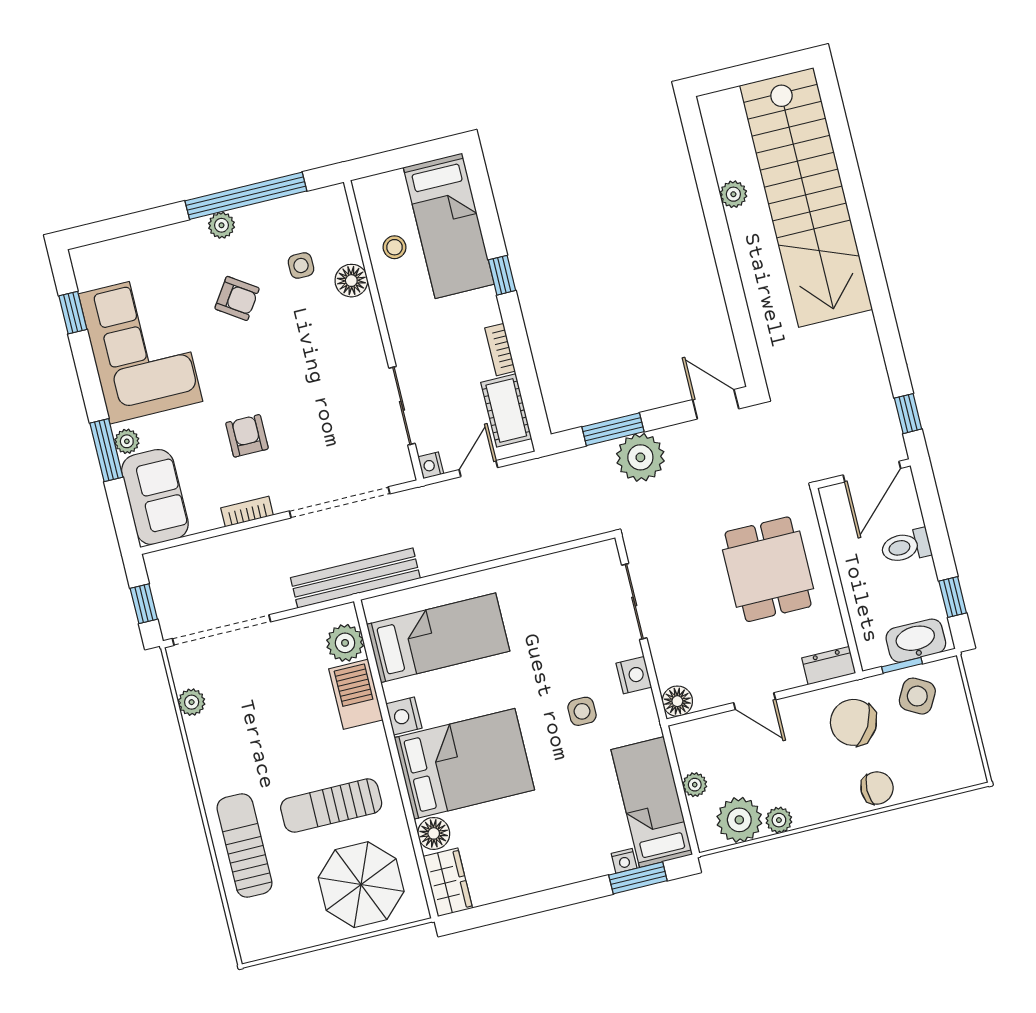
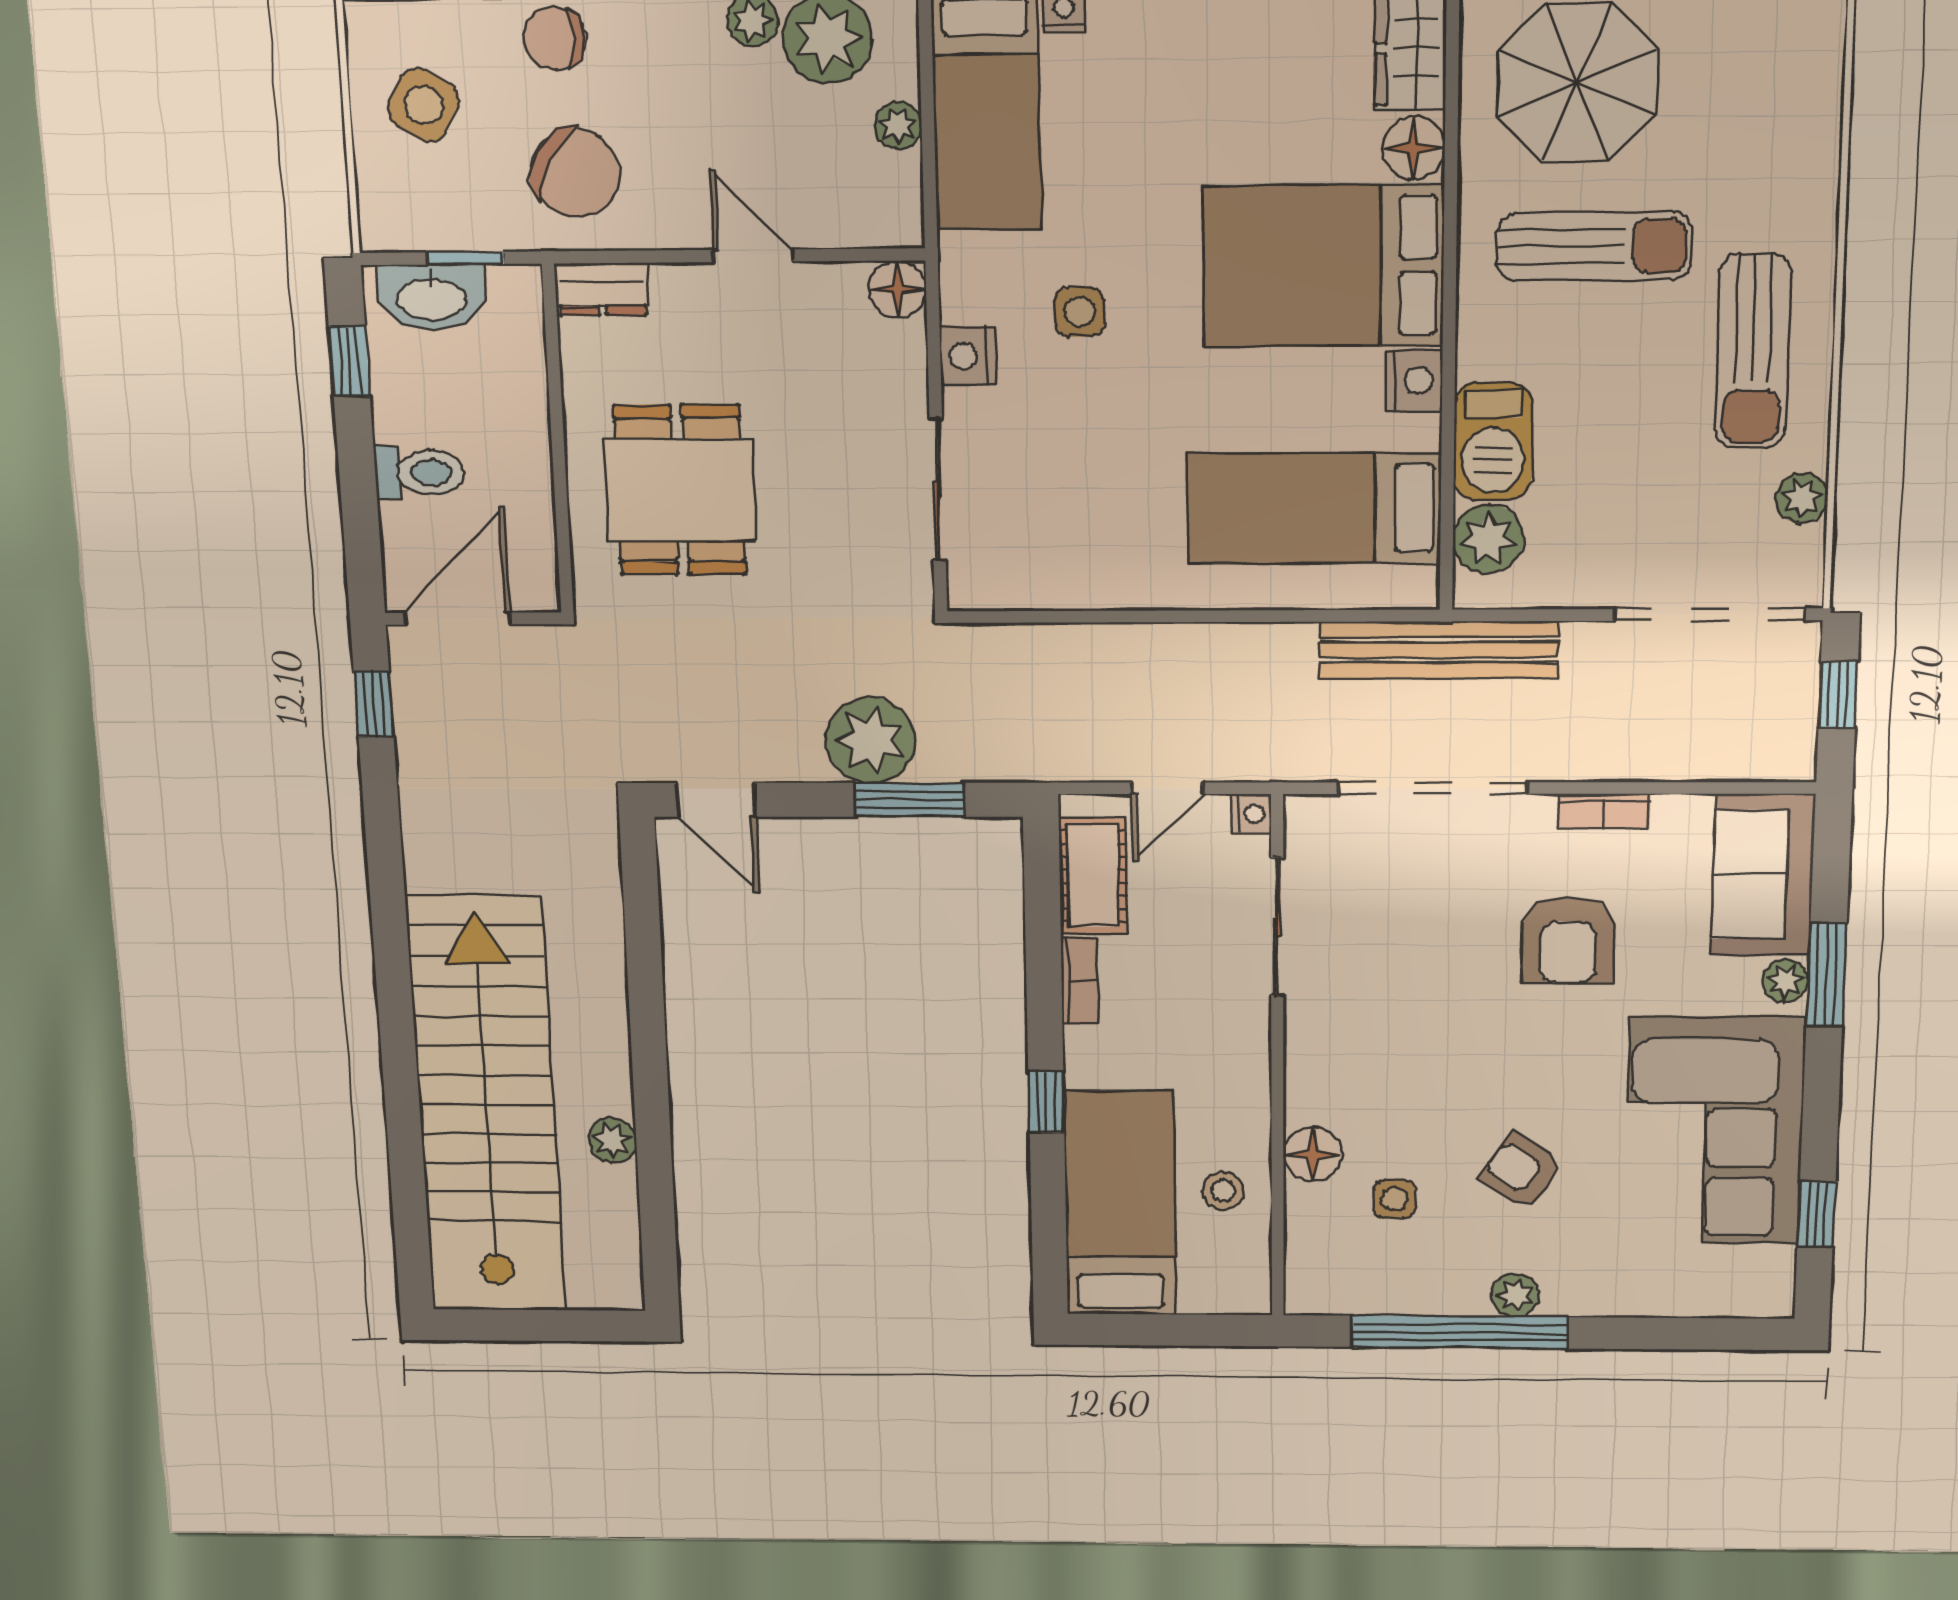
armchair: (247, 436) -> (1568, 940), width x1.38, depth x1.38
side table: (917, 696) -> (424, 105), moved
sun lounger: (245, 845) -> (1753, 351), moved

